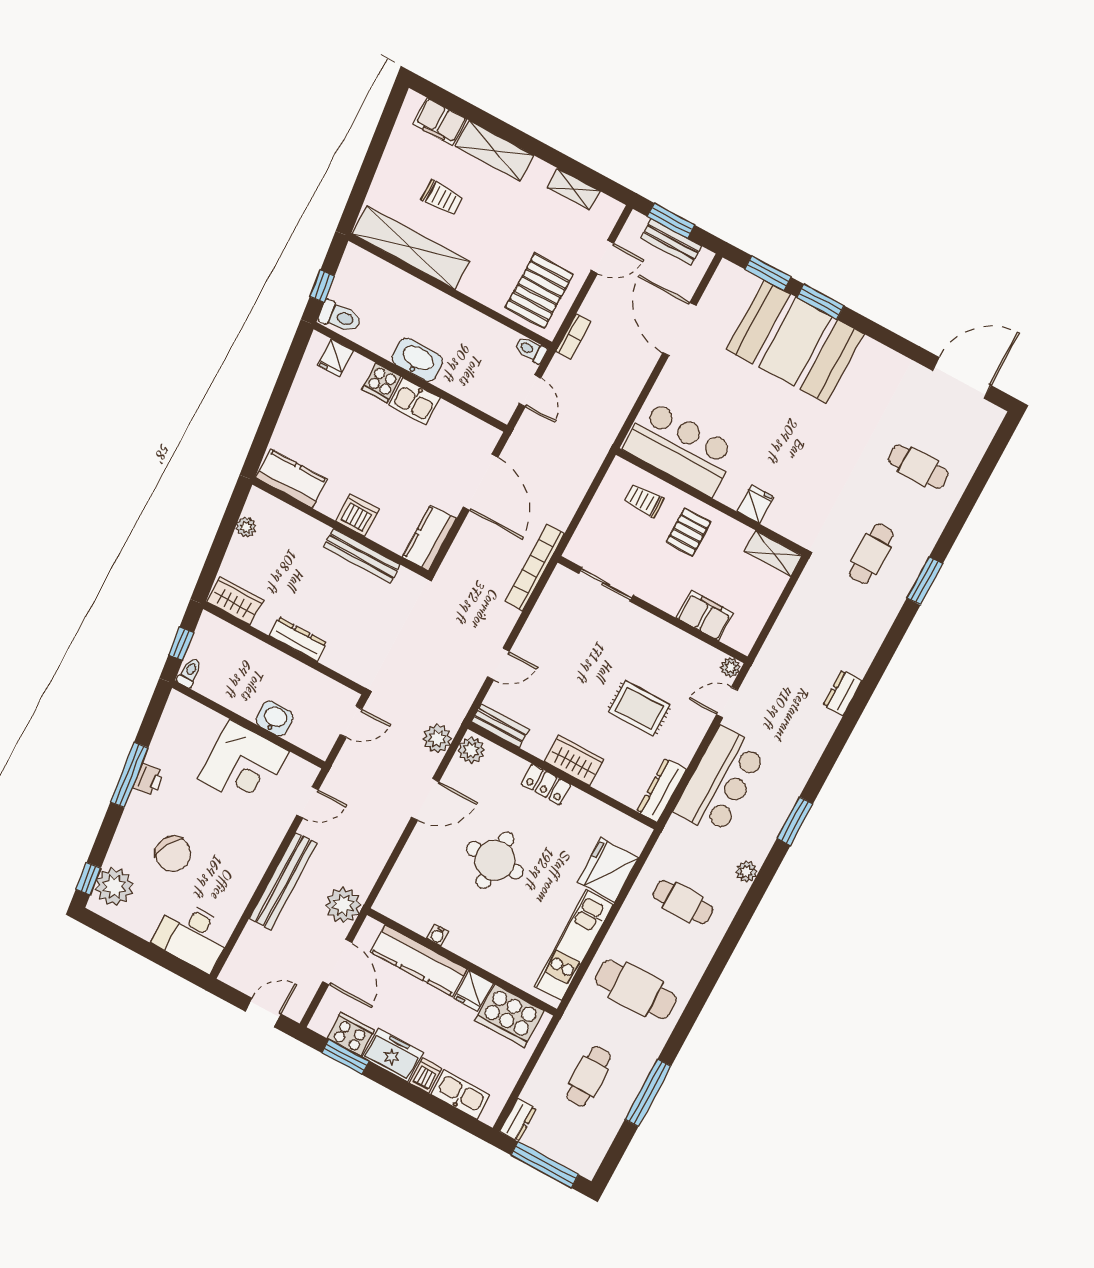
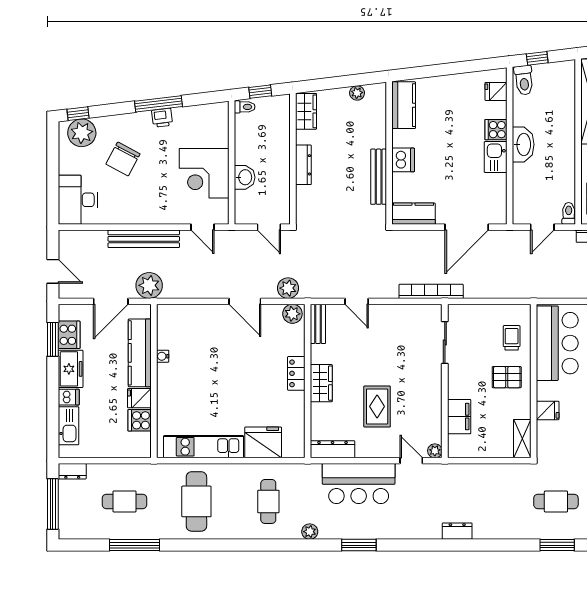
round table: (495, 860) -> (230, 367), removed
cooker: (509, 1016) -> (140, 420), width x0.53, depth x0.76

